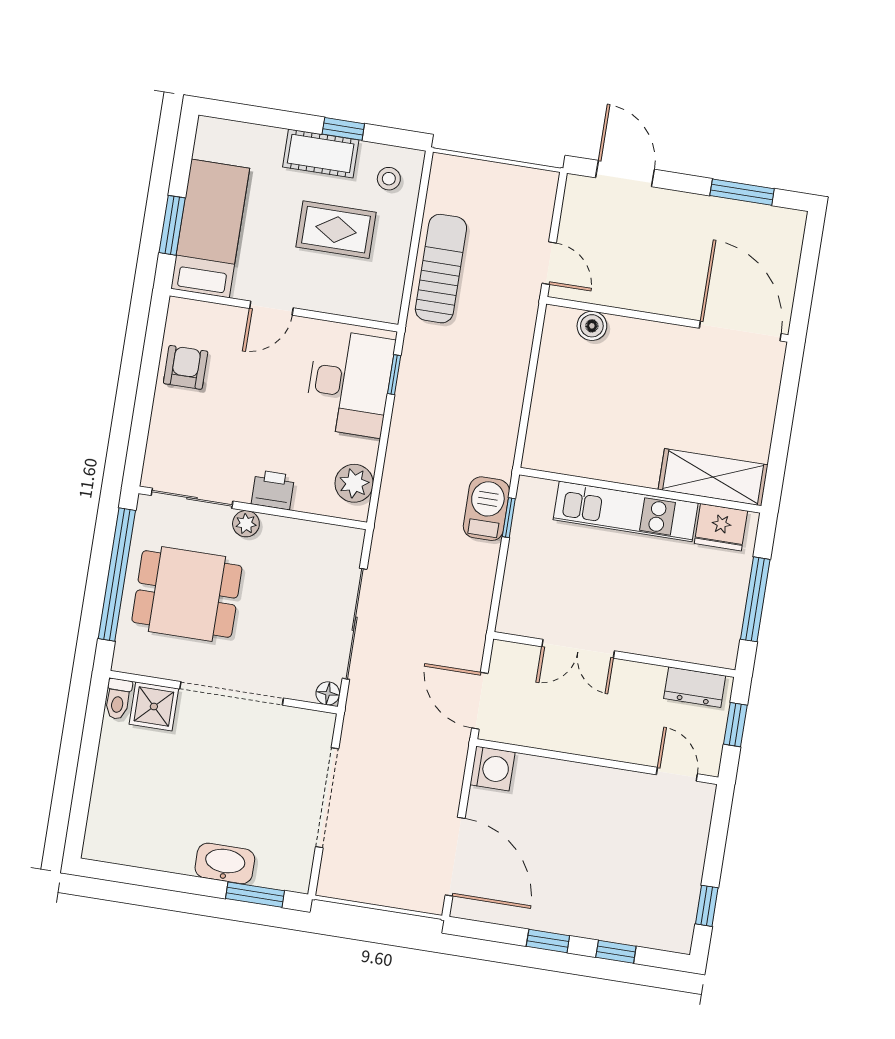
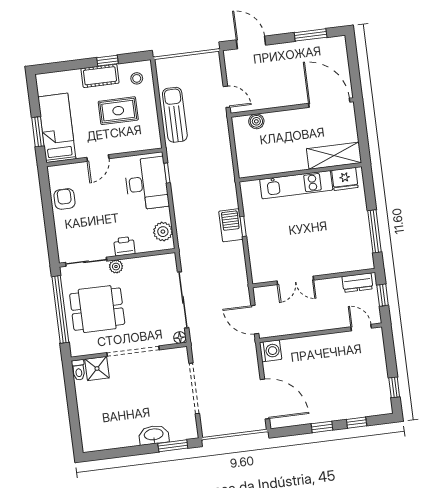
shelving: (713, 477) -> (334, 156), moved
wall: (640, 490) -> (300, 172), moved
kitchen unit: (626, 511) -> (296, 185), moved
fridge: (721, 527) -> (345, 179), moved

